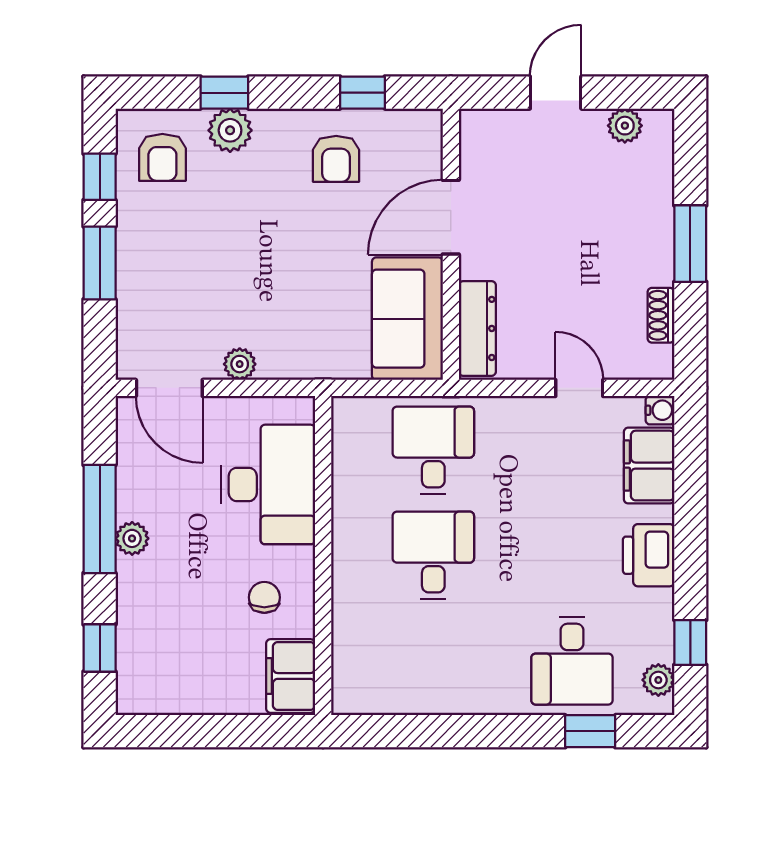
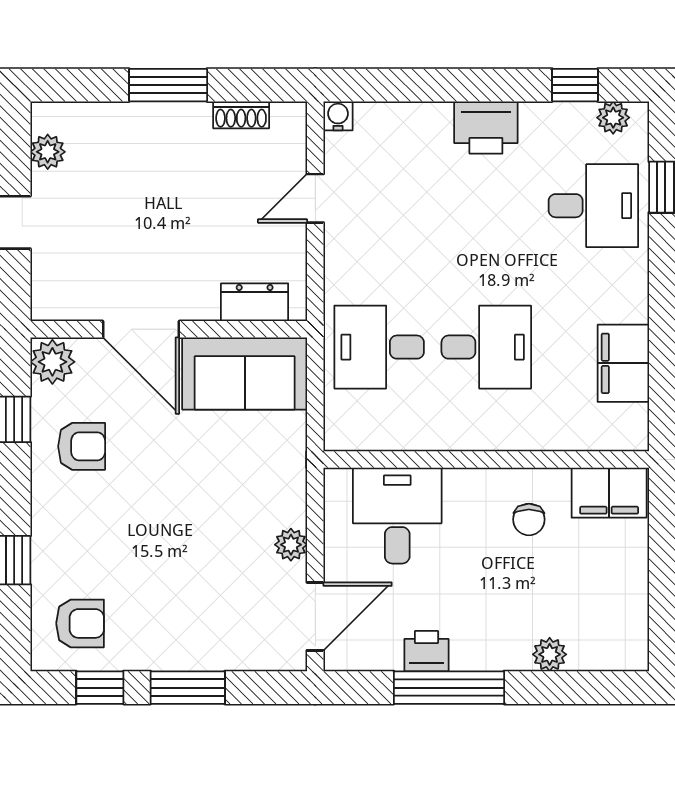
plant: (230, 130) -> (52, 362), moved
dresser: (477, 328) -> (255, 302), width x0.70
filing cabinet: (649, 466) -> (623, 363), moved, turned 90
desk: (268, 484) -> (397, 516), width x0.73
printer: (135, 497) -> (426, 651), added
plant: (132, 538) -> (550, 654), moved
desk: (433, 556) -> (486, 347), turned 180
chair: (264, 597) -> (529, 519), turned -90
window: (100, 648) -> (581, 688), removed

